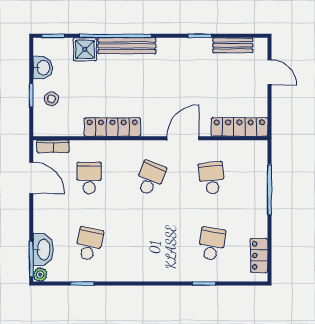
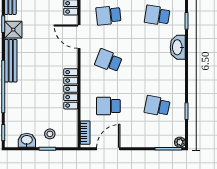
bench: (127, 46) -> (11, 61), moved
shower: (85, 49) -> (13, 30), moved
washbasin: (43, 250) -> (178, 47), moved, turned -90

